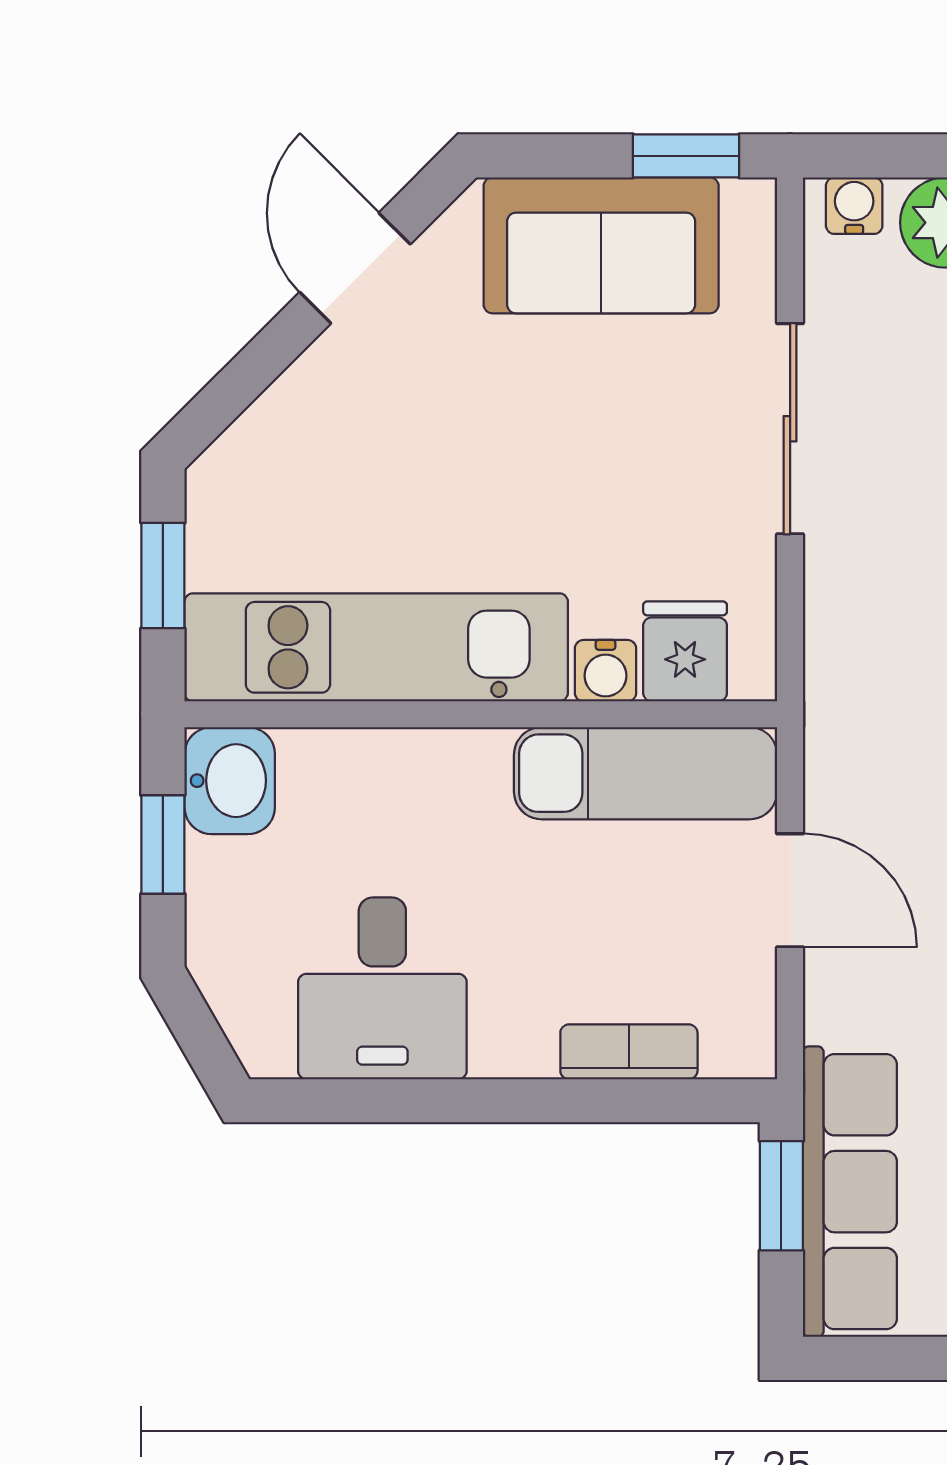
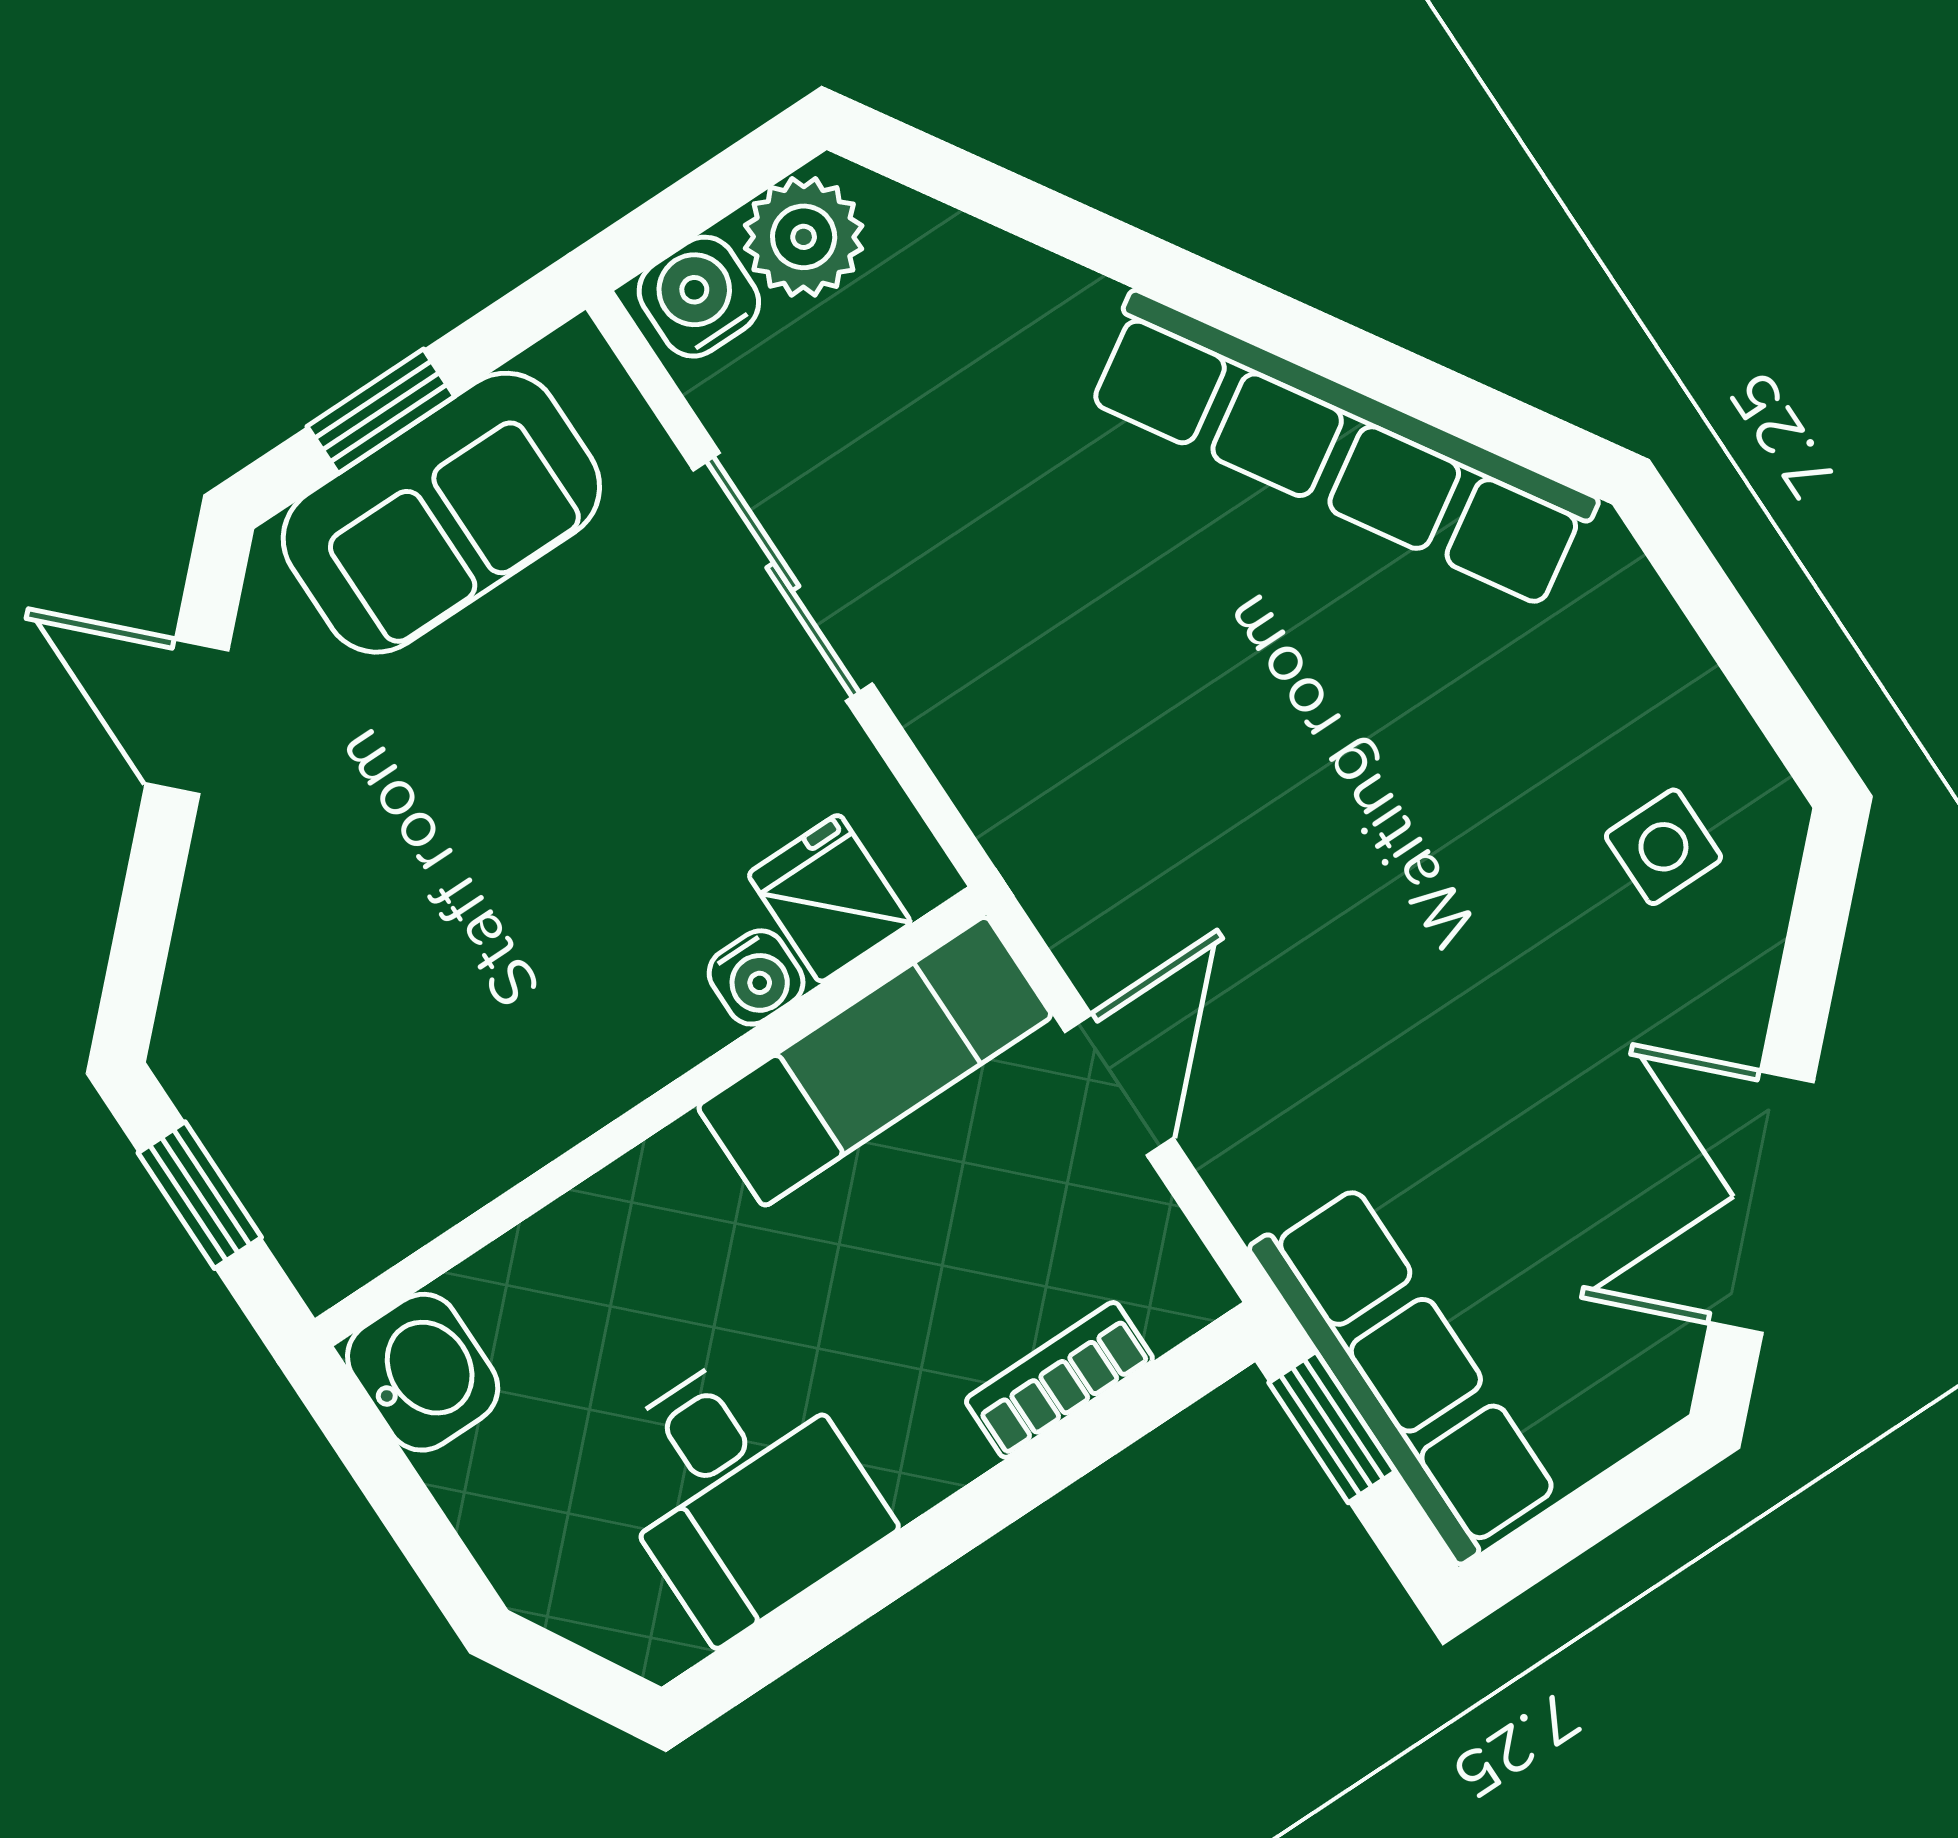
window: (686, 156) -> (381, 411), moved
water cooler: (854, 206) -> (699, 297), width x1.38, depth x1.38
kitchen unit: (376, 647) -> (487, 1119), removed
window: (163, 845) -> (396, 1491), removed
door: (790, 890) -> (1119, 1085), hinge flipped

